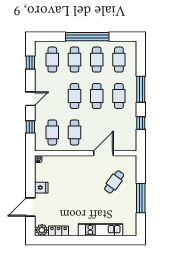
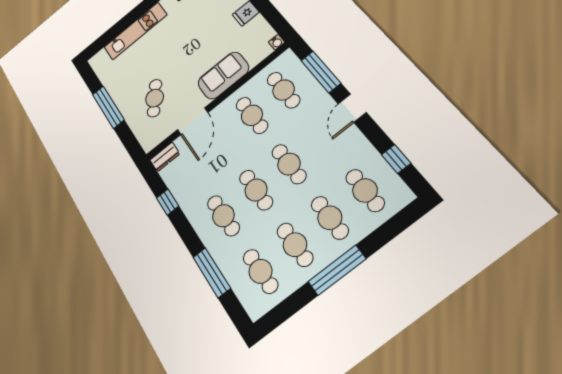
window: (87, 37) -> (337, 270), width x0.68
window: (141, 89) -> (212, 273), moved
window: (30, 127) -> (321, 72), width x2.17
dresser: (128, 146) -> (165, 157), added
sofa: (74, 164) -> (223, 75), added

